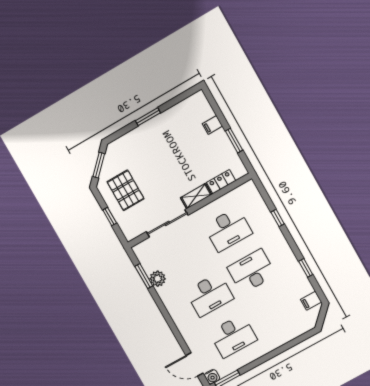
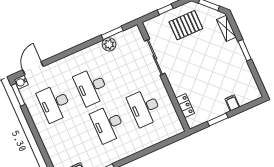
shelving: (196, 196) -> (226, 28), moved
window: (278, 218) -> (150, 150), removed
desk: (252, 271) -> (108, 124), turned 180

